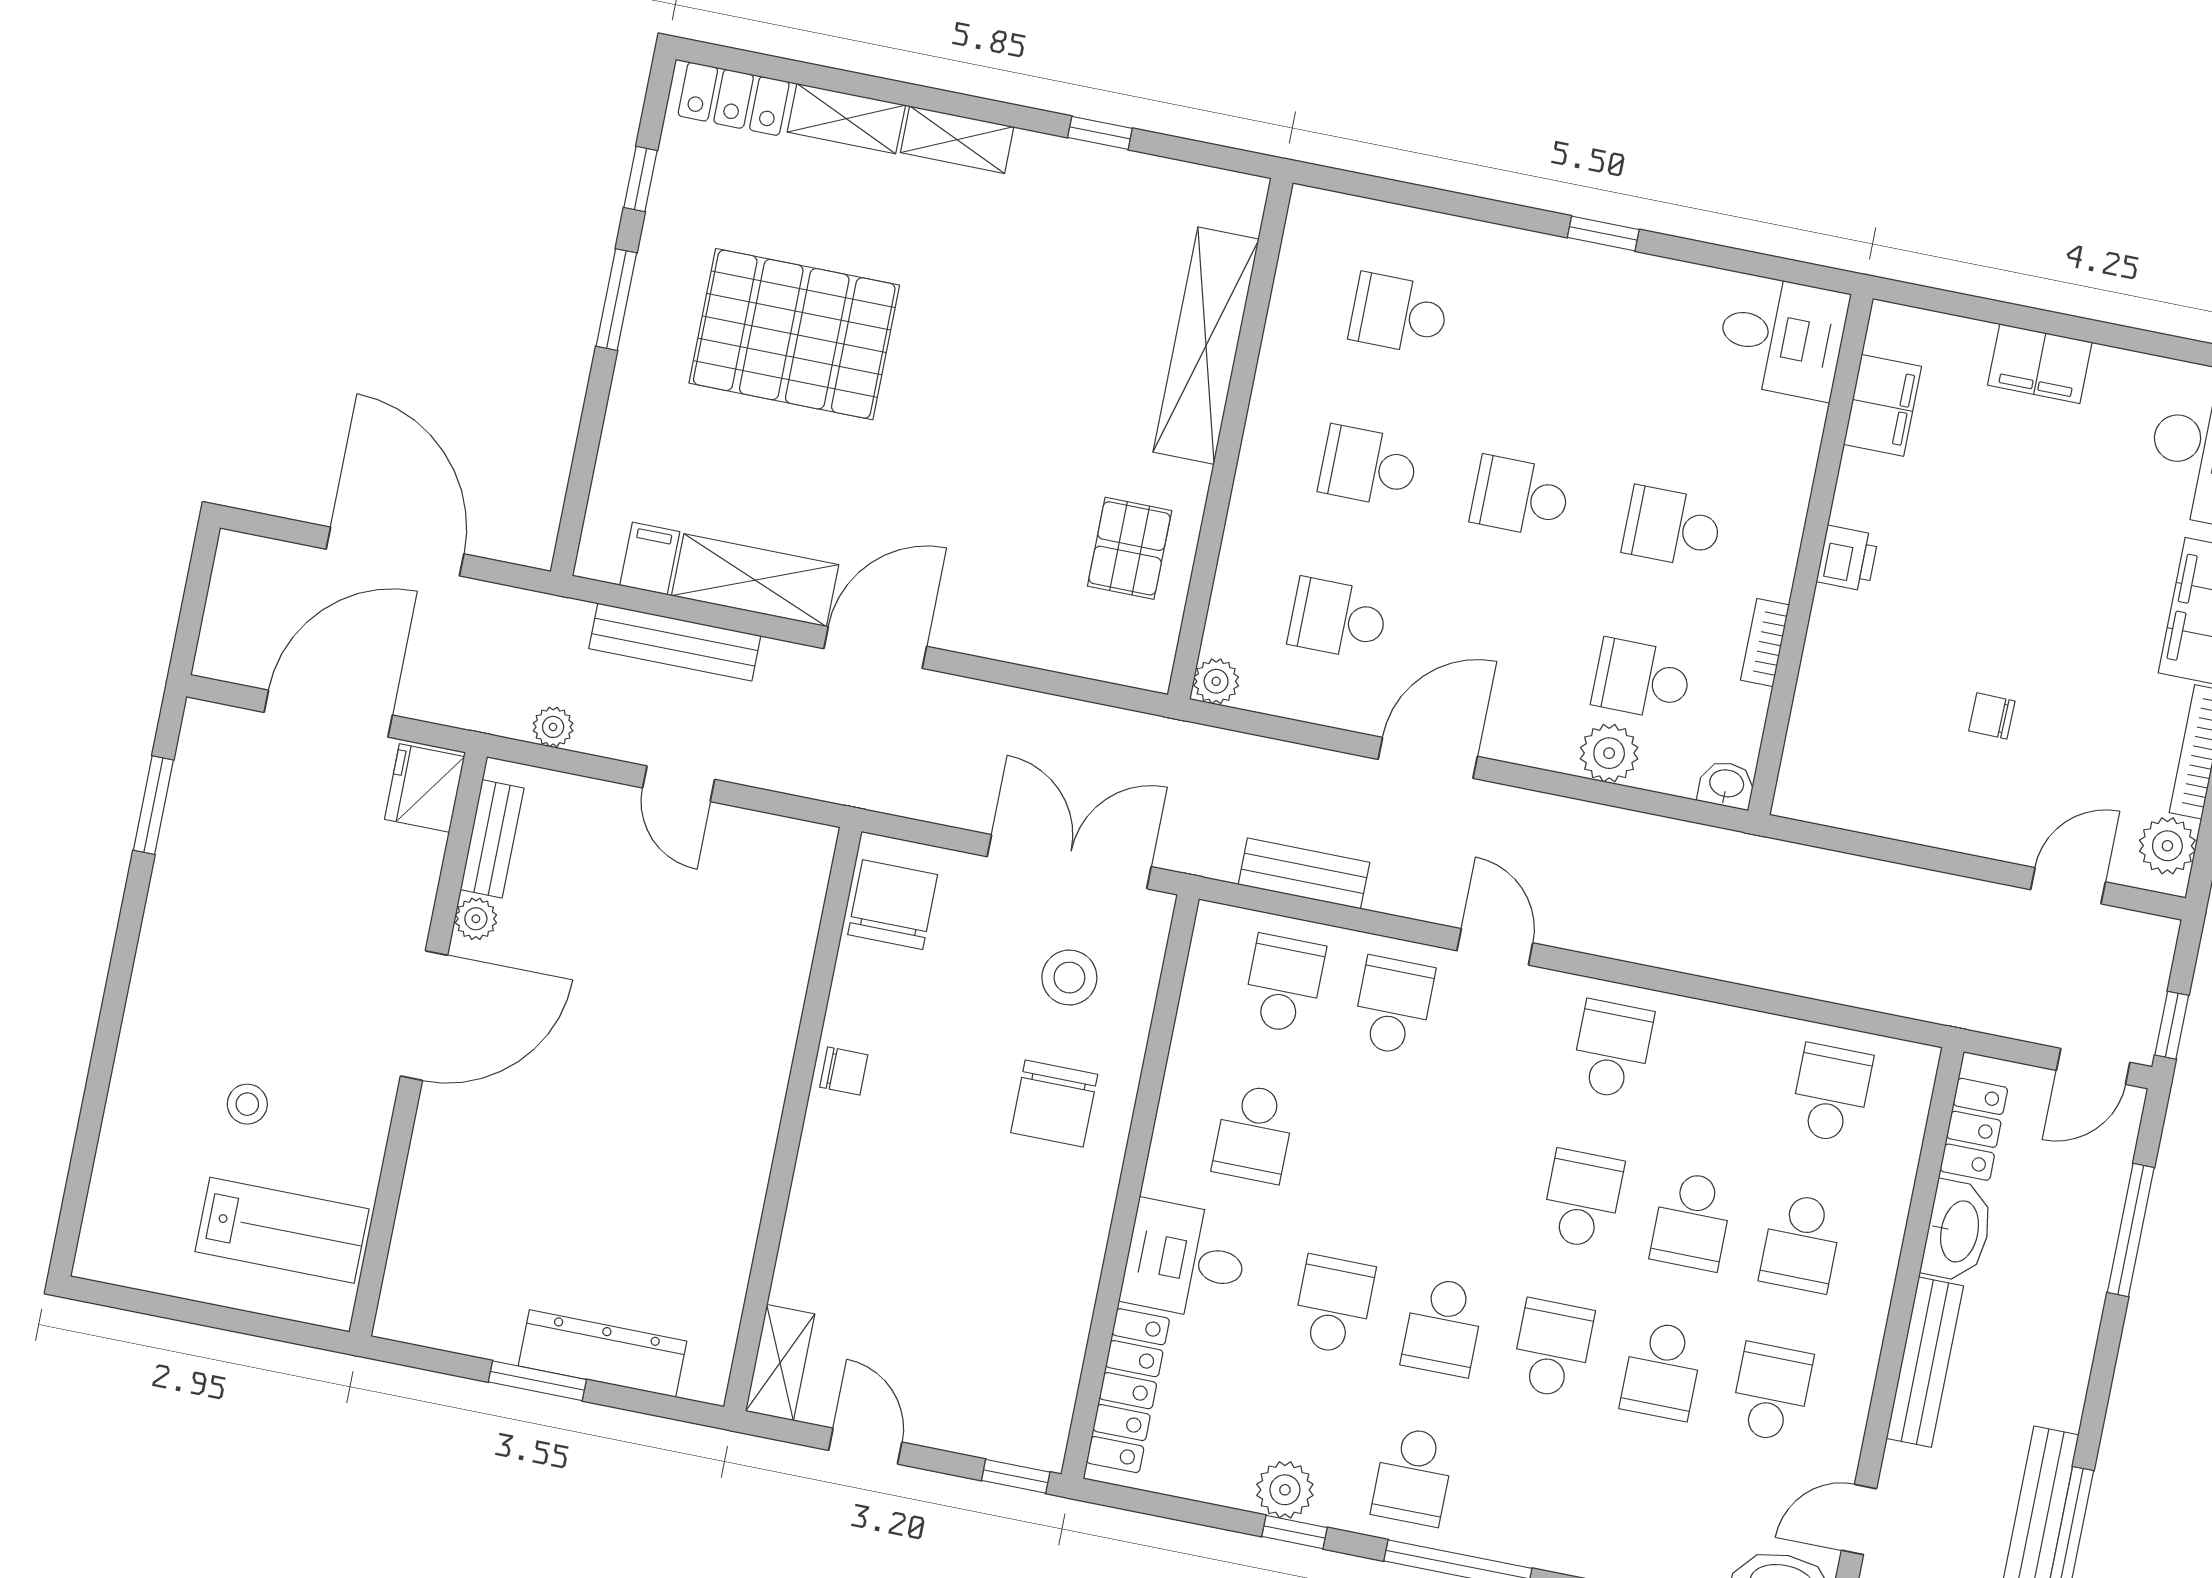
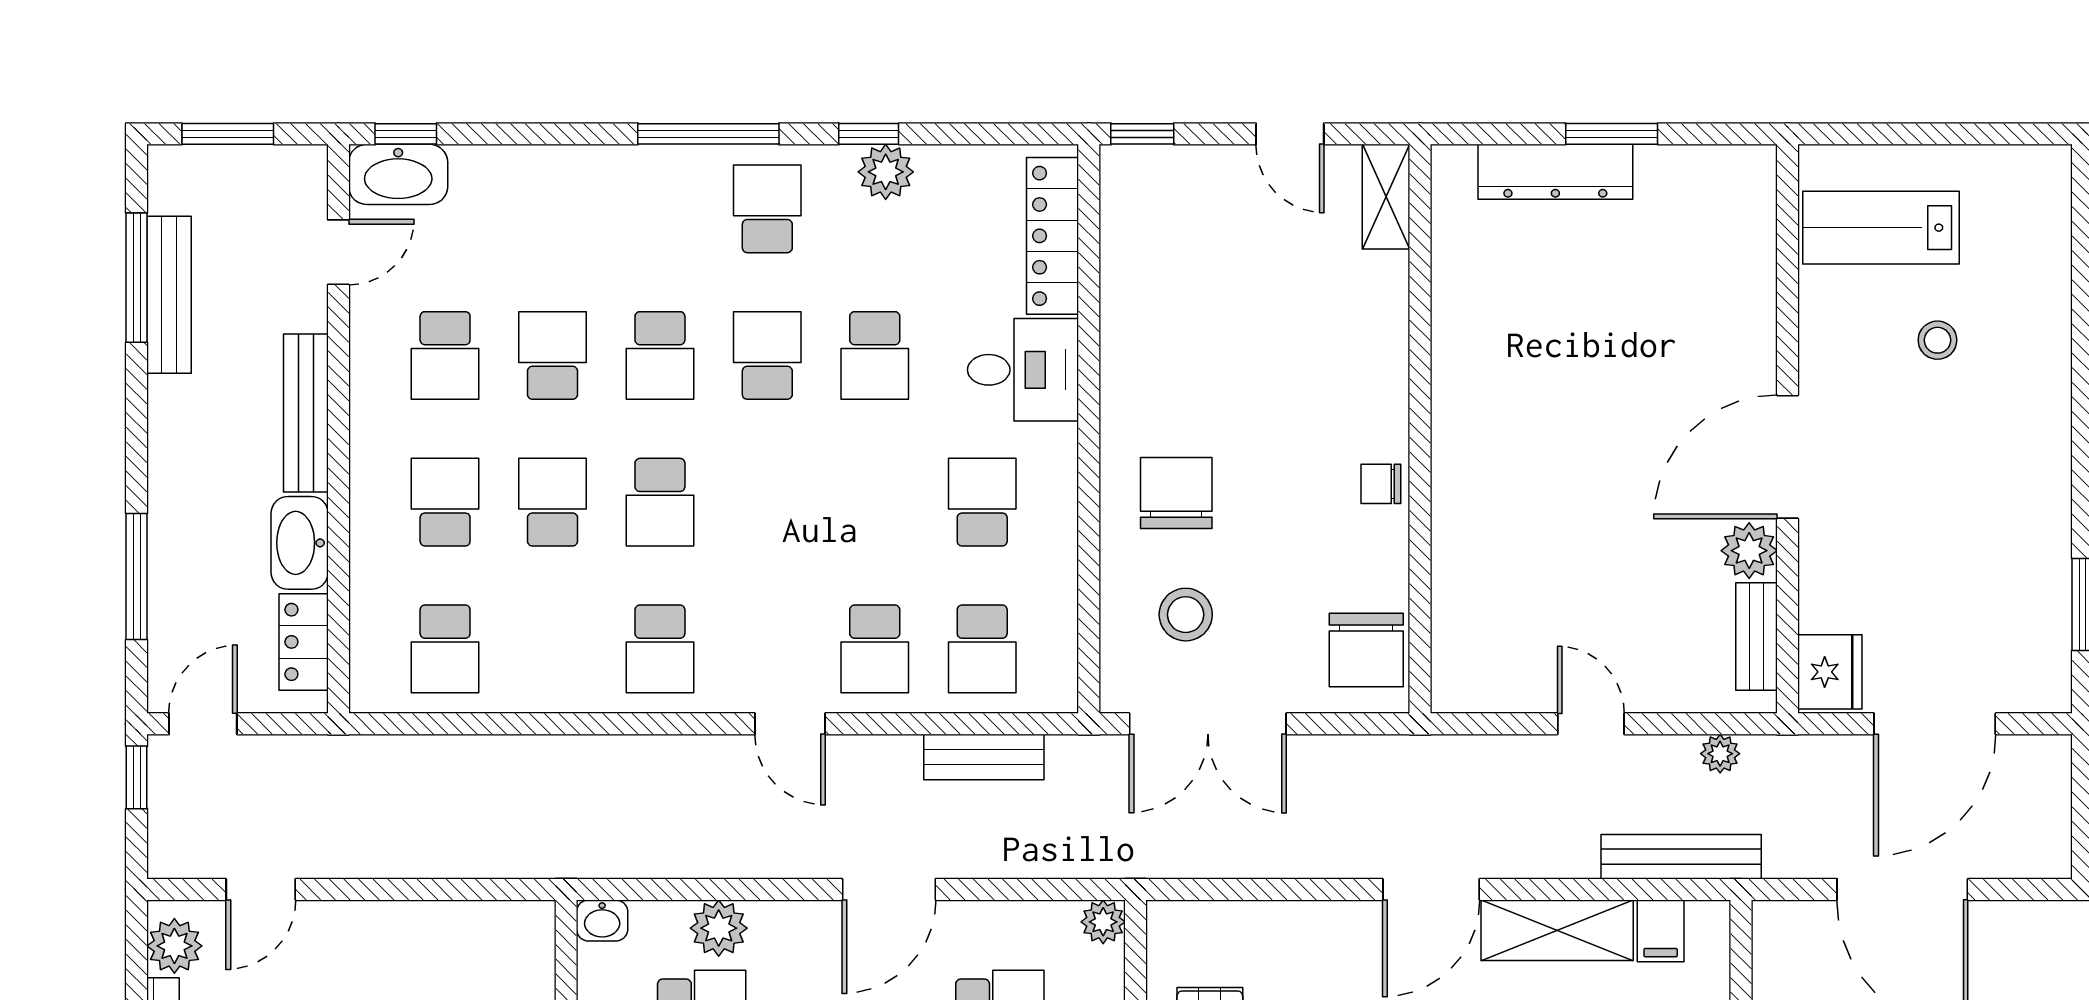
bench: (675, 642) -> (1681, 857), moved
plant: (476, 919) -> (1749, 551), width x1.38, depth x1.38

